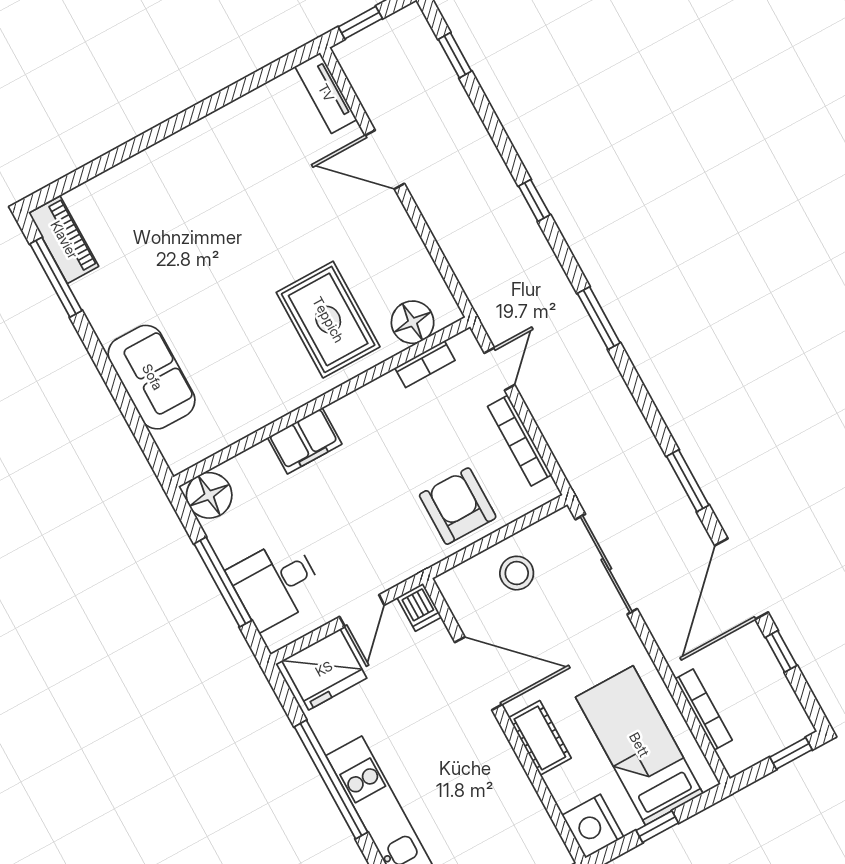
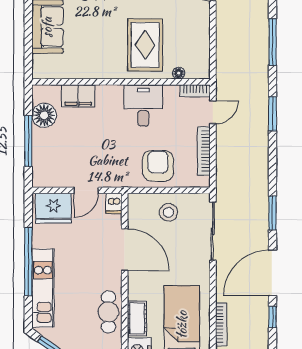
window: (534, 200) -> (272, 42), width x2.17
floor lamp: (413, 322) -> (179, 73), width x0.53, depth x0.53
bookcase: (425, 364) -> (195, 91), moved
filing cabinet: (305, 441) -> (78, 96), moved
floor lamp: (209, 495) -> (44, 115), moved
desk: (276, 584) -> (143, 105), moved, turned 90
cot: (540, 738) -> (137, 318), moved
cafe table: (508, 790) -> (108, 312), added

